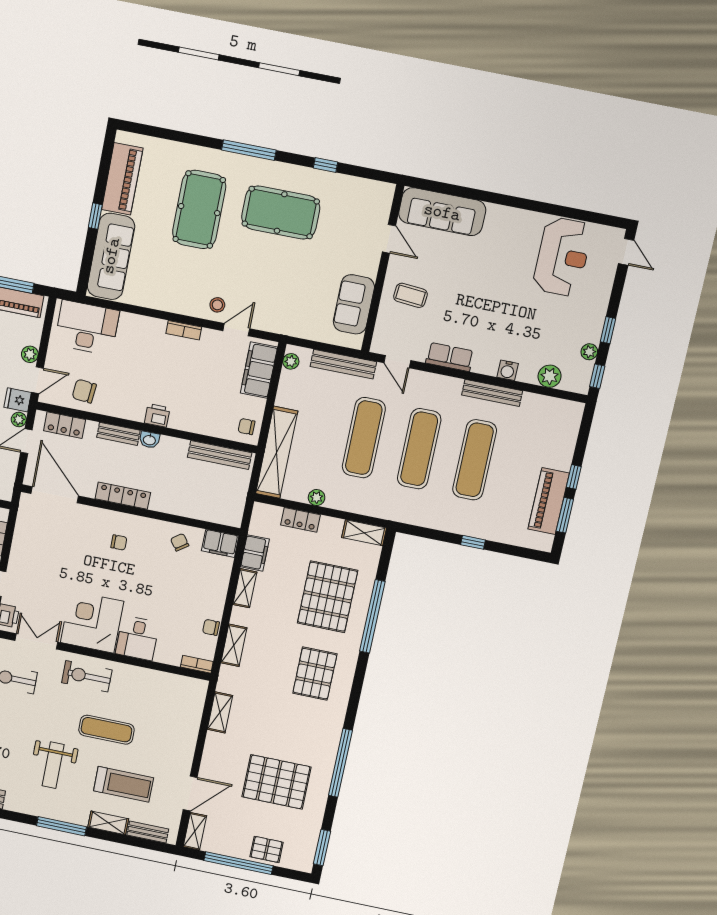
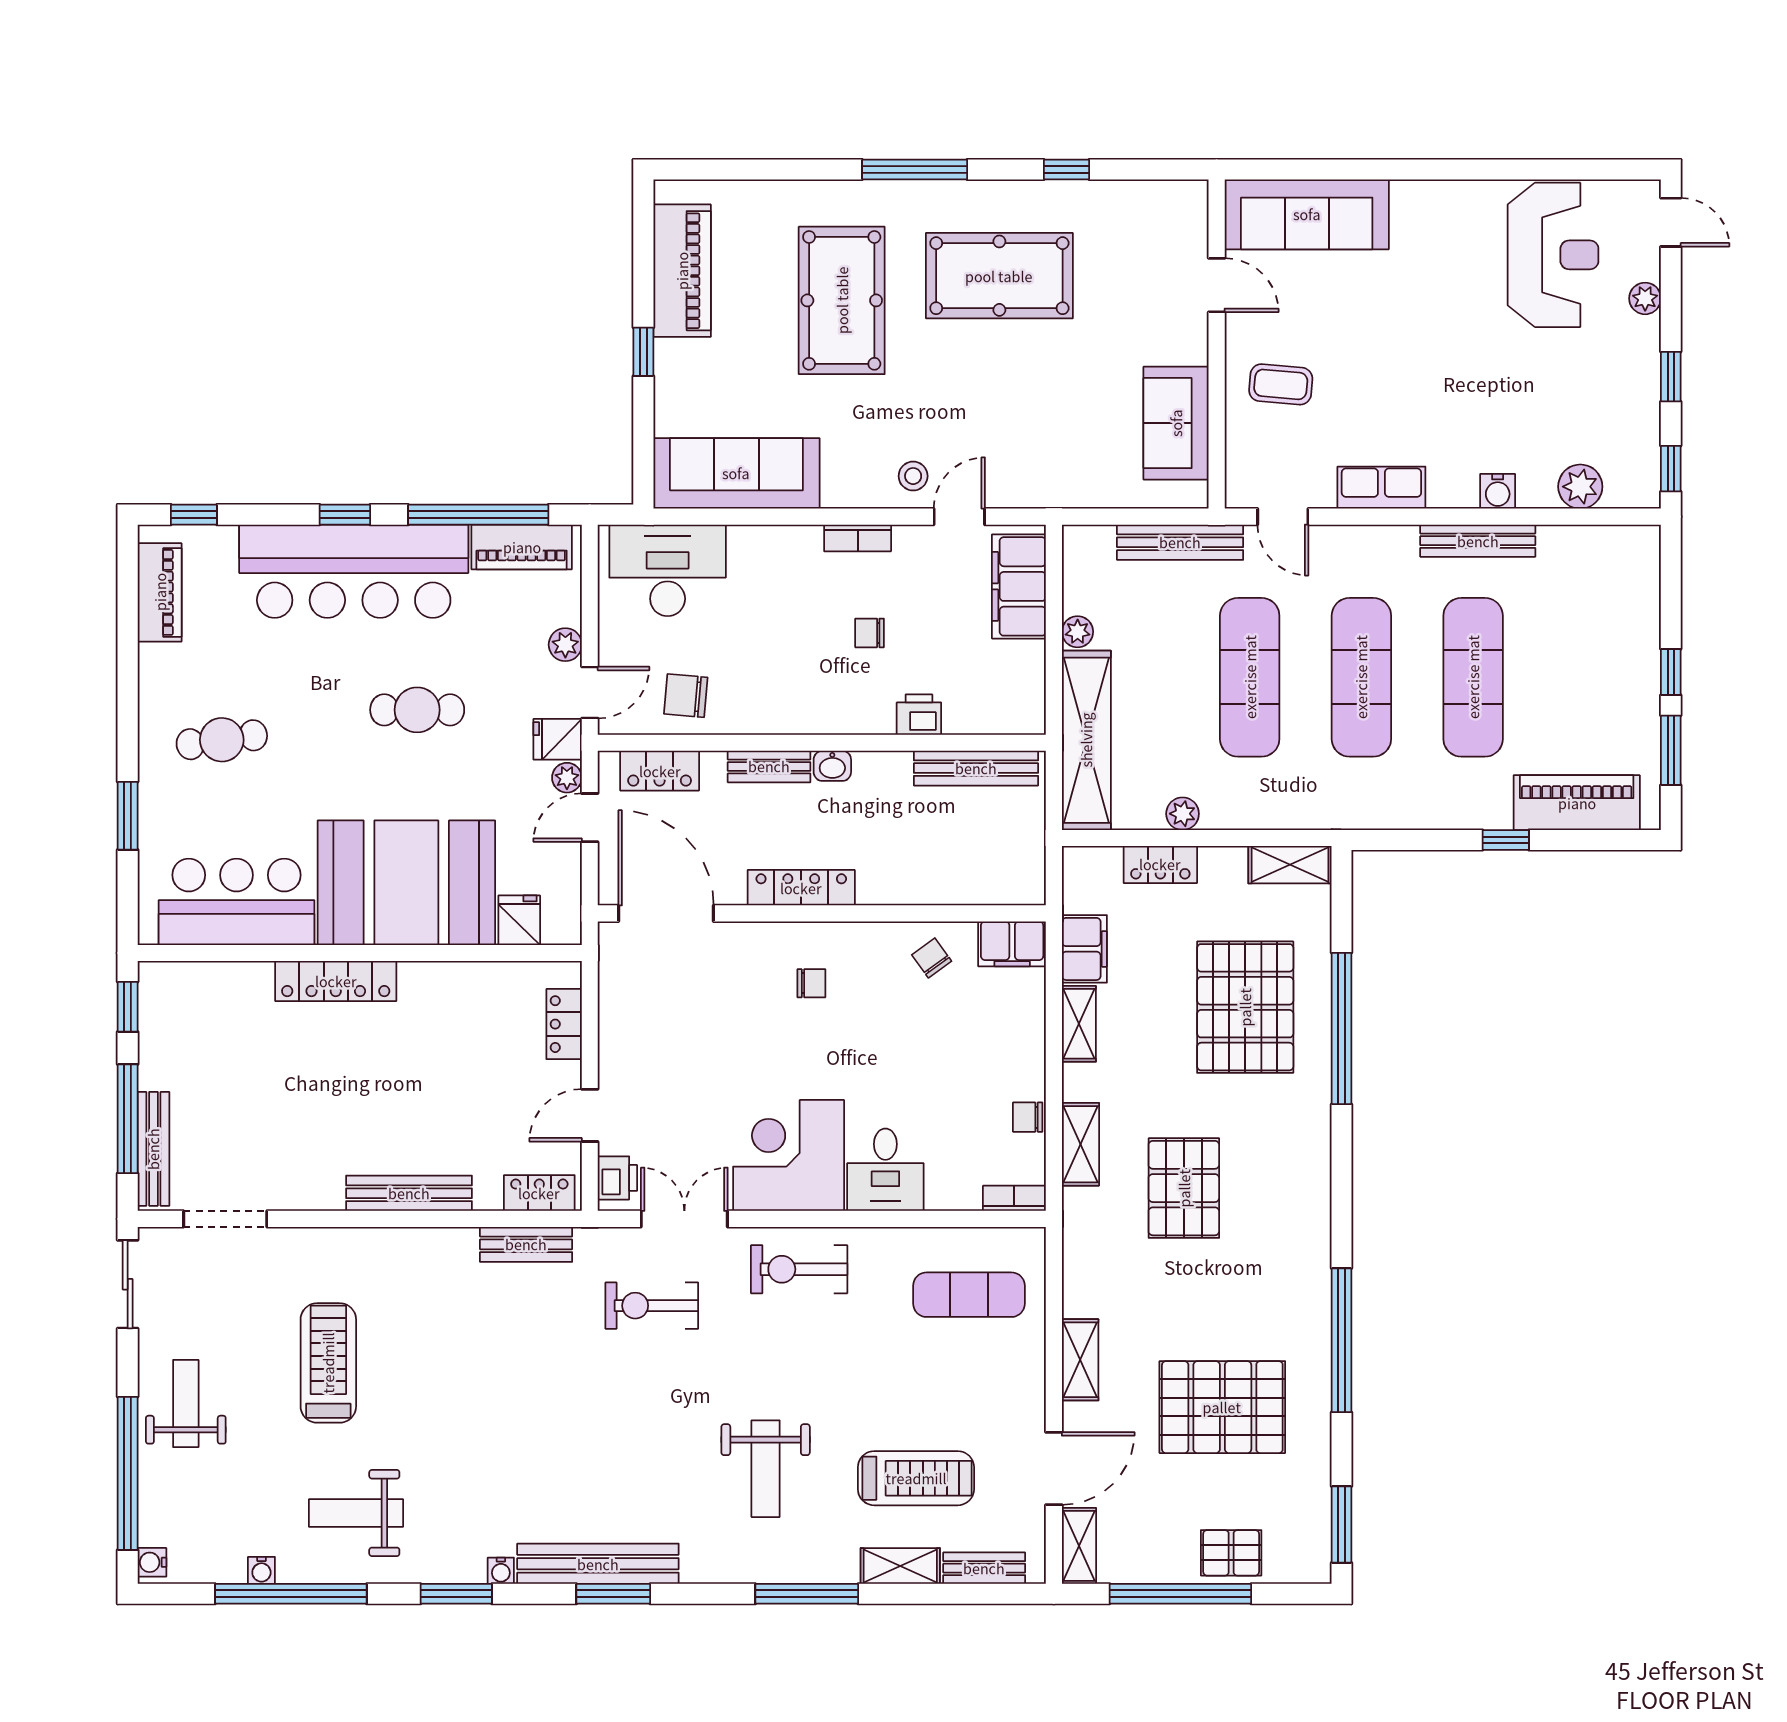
sofa: (111, 256) -> (736, 473), moved, turned -90
plant: (589, 352) -> (1645, 298), moved
plant: (291, 361) -> (1078, 632), moved
printer: (157, 415) -> (919, 715), moved
chair: (246, 427) -> (870, 633), moved
piano: (549, 501) -> (1577, 803), moved, turned 90
pallet: (315, 674) -> (1184, 1188), moved
shelving: (220, 712) -> (1080, 1360), moved
exercise mat: (106, 730) -> (969, 1295), moved

